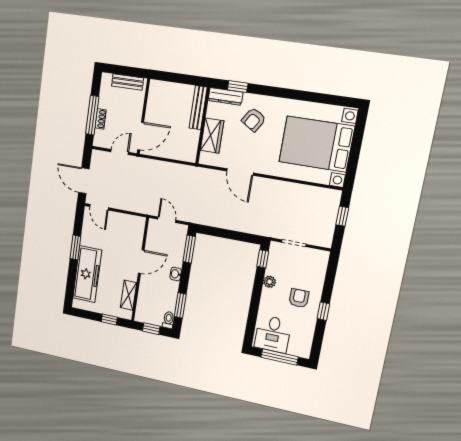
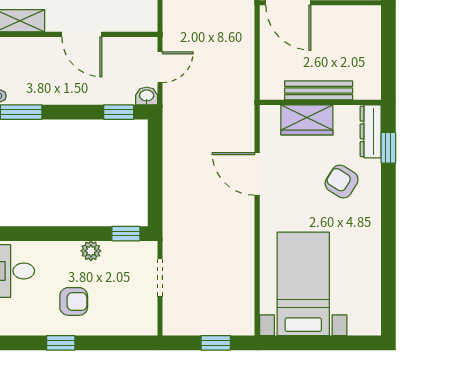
bench: (198, 108) -> (319, 90), moved
bed with nightstands: (317, 144) -> (303, 284), width x0.73
door: (240, 172) -> (257, 174), hinge flipped
window: (189, 249) -> (119, 112), width x0.67
washbasin: (176, 274) -> (147, 96), moved

